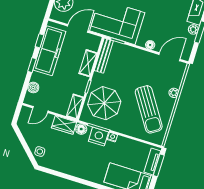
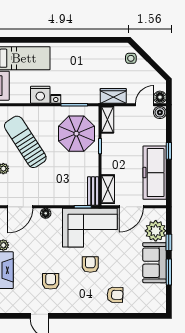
window: (40, 41) -> (169, 180), removed
bench: (104, 56) -> (93, 191), width x0.73
shelving: (88, 63) -> (108, 189), moved
boiler: (33, 87) -> (160, 112), moved
floor lamp: (81, 129) -> (160, 97), moved
nightstand: (98, 137) -> (40, 95), moved

